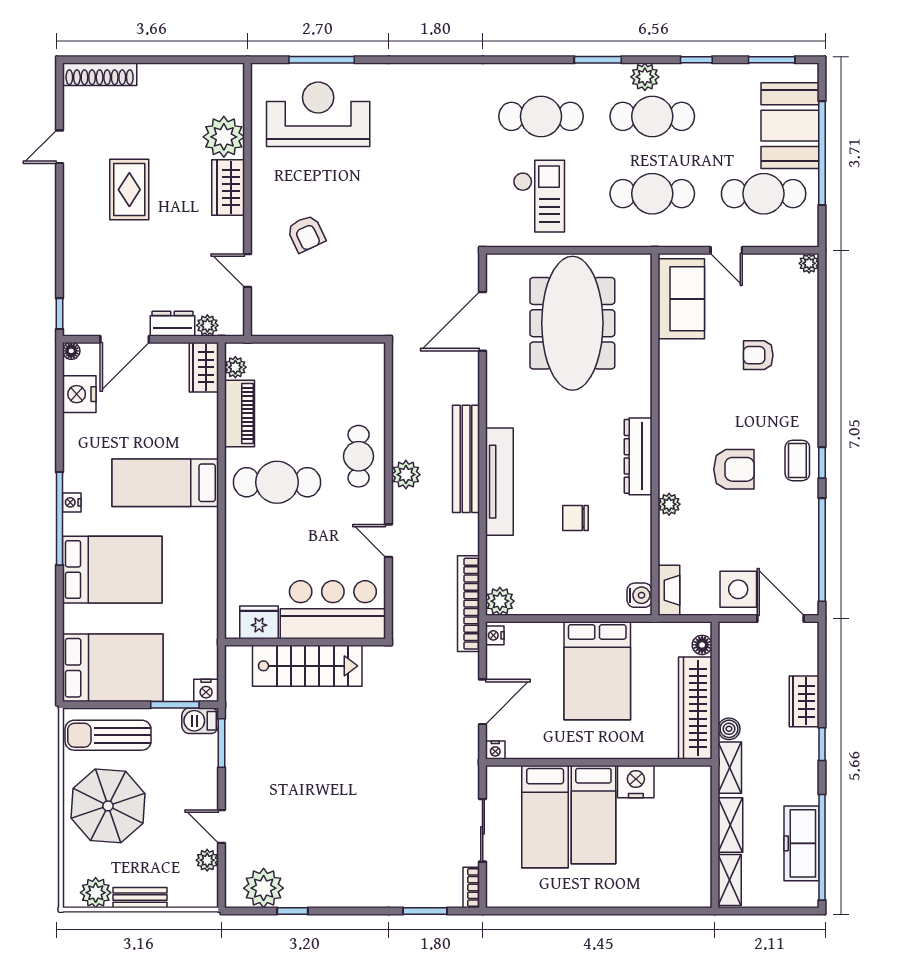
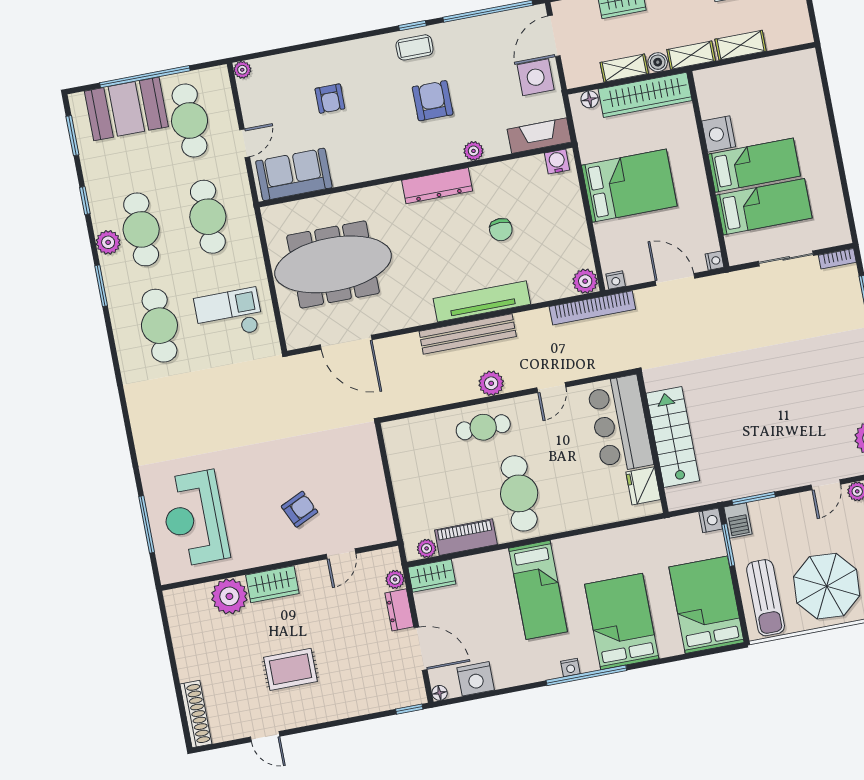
fireplace: (669, 590) -> (539, 136), width x1.37, depth x1.32
shelving: (730, 880) -> (624, 68), moved

